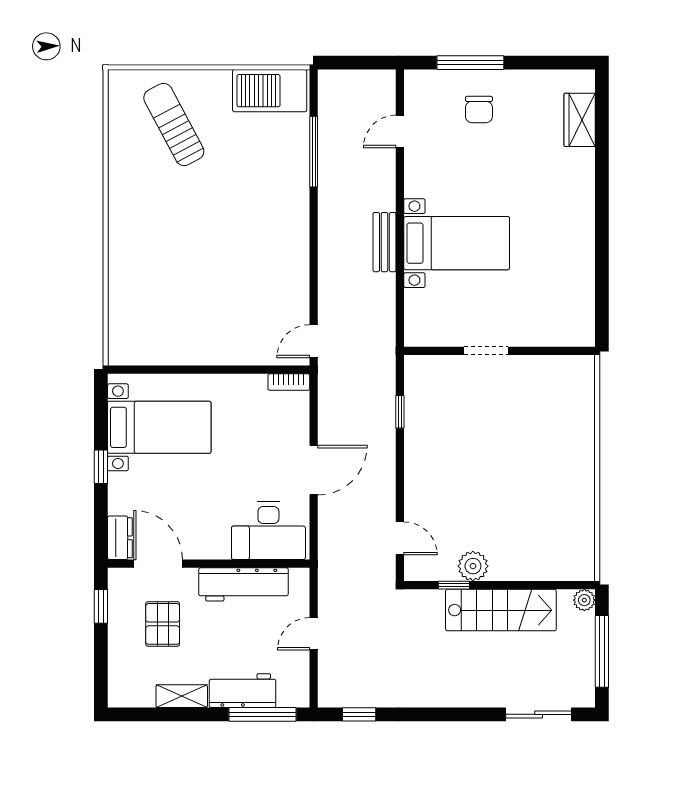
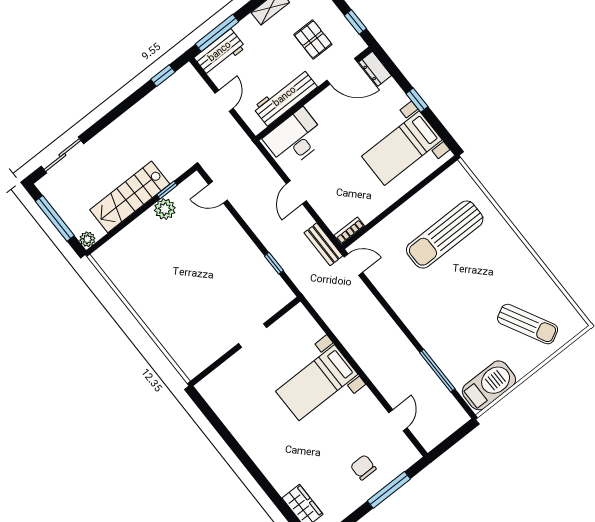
bench: (384, 242) -> (323, 244), moved
sun lounger: (187, 295) -> (445, 235), added
door: (314, 341) -> (353, 265), hinge flipped
door: (314, 470) -> (296, 192), width x0.73
workbench: (243, 691) -> (220, 52), moved

